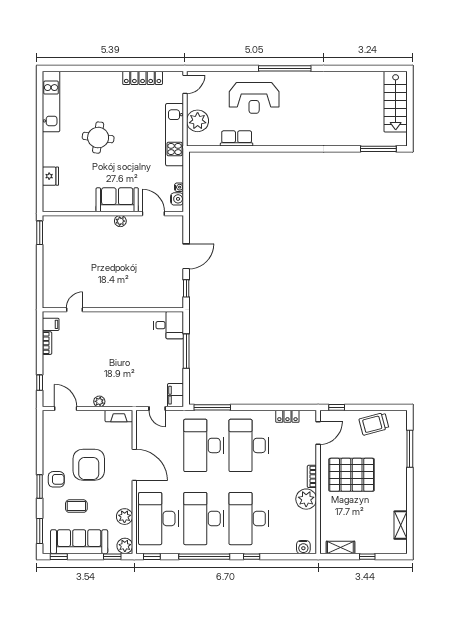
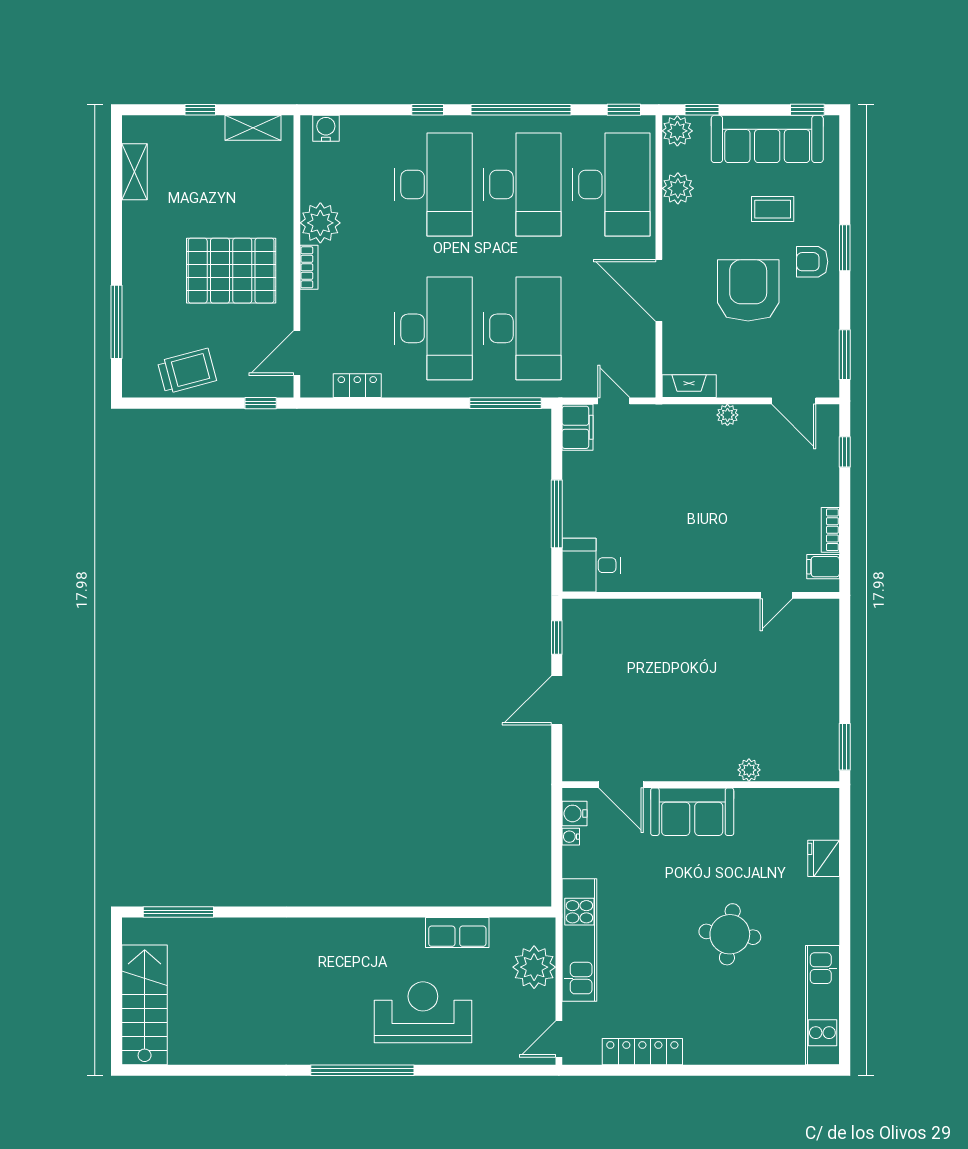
plant: (120, 221) -> (749, 770), moved
window: (40, 531) -> (845, 355), moved

